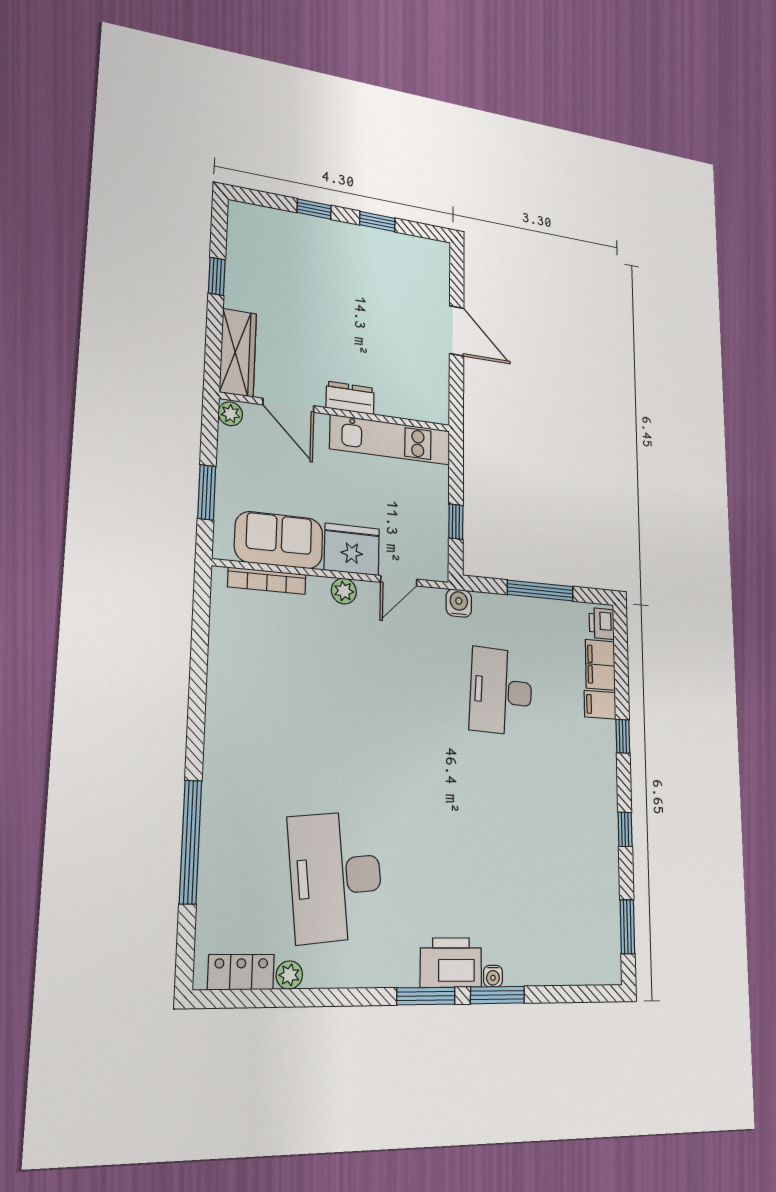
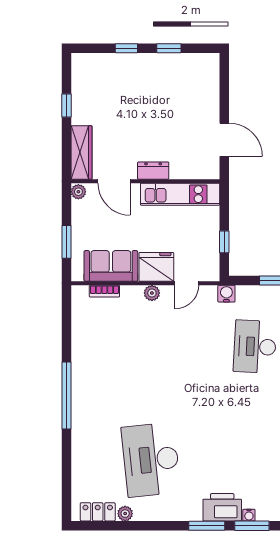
door: (457, 331) -> (224, 140), moved
bookcase: (267, 581) -> (104, 291), width x0.64
window: (190, 842) -> (66, 396), moved

